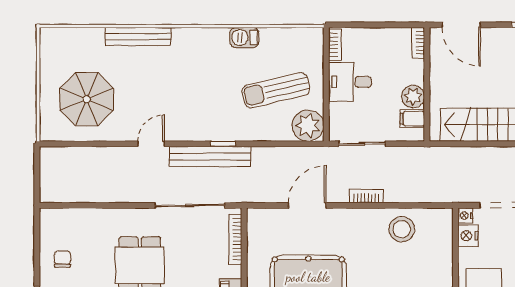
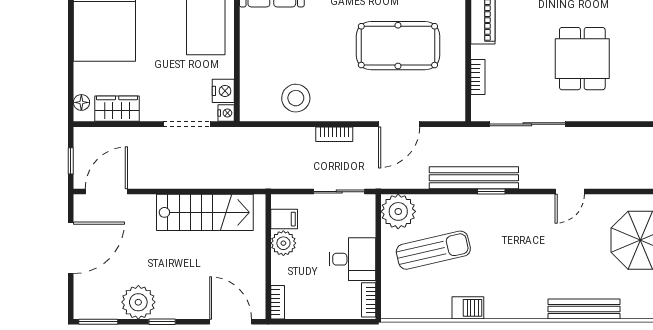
bench: (210, 156) -> (474, 178), moved
bookcase: (235, 239) -> (478, 77), width x0.64

